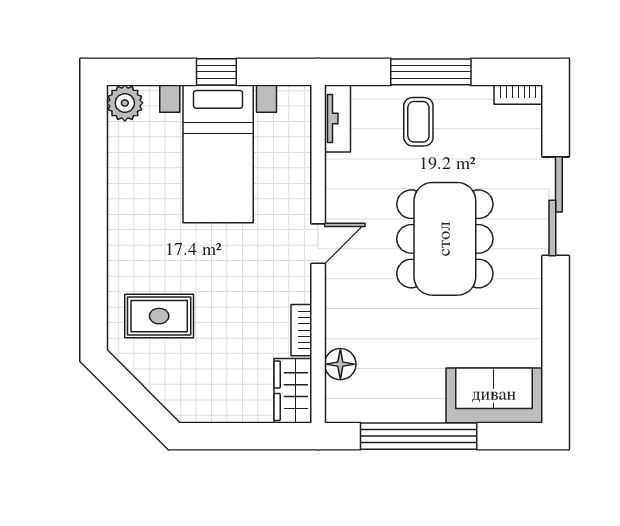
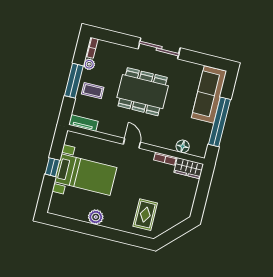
plant: (478, 98) -> (89, 64), added
plant: (125, 103) -> (96, 217), moved
sliding door: (556, 206) -> (159, 48), moved
sofa: (494, 395) -> (209, 94), width x1.36

